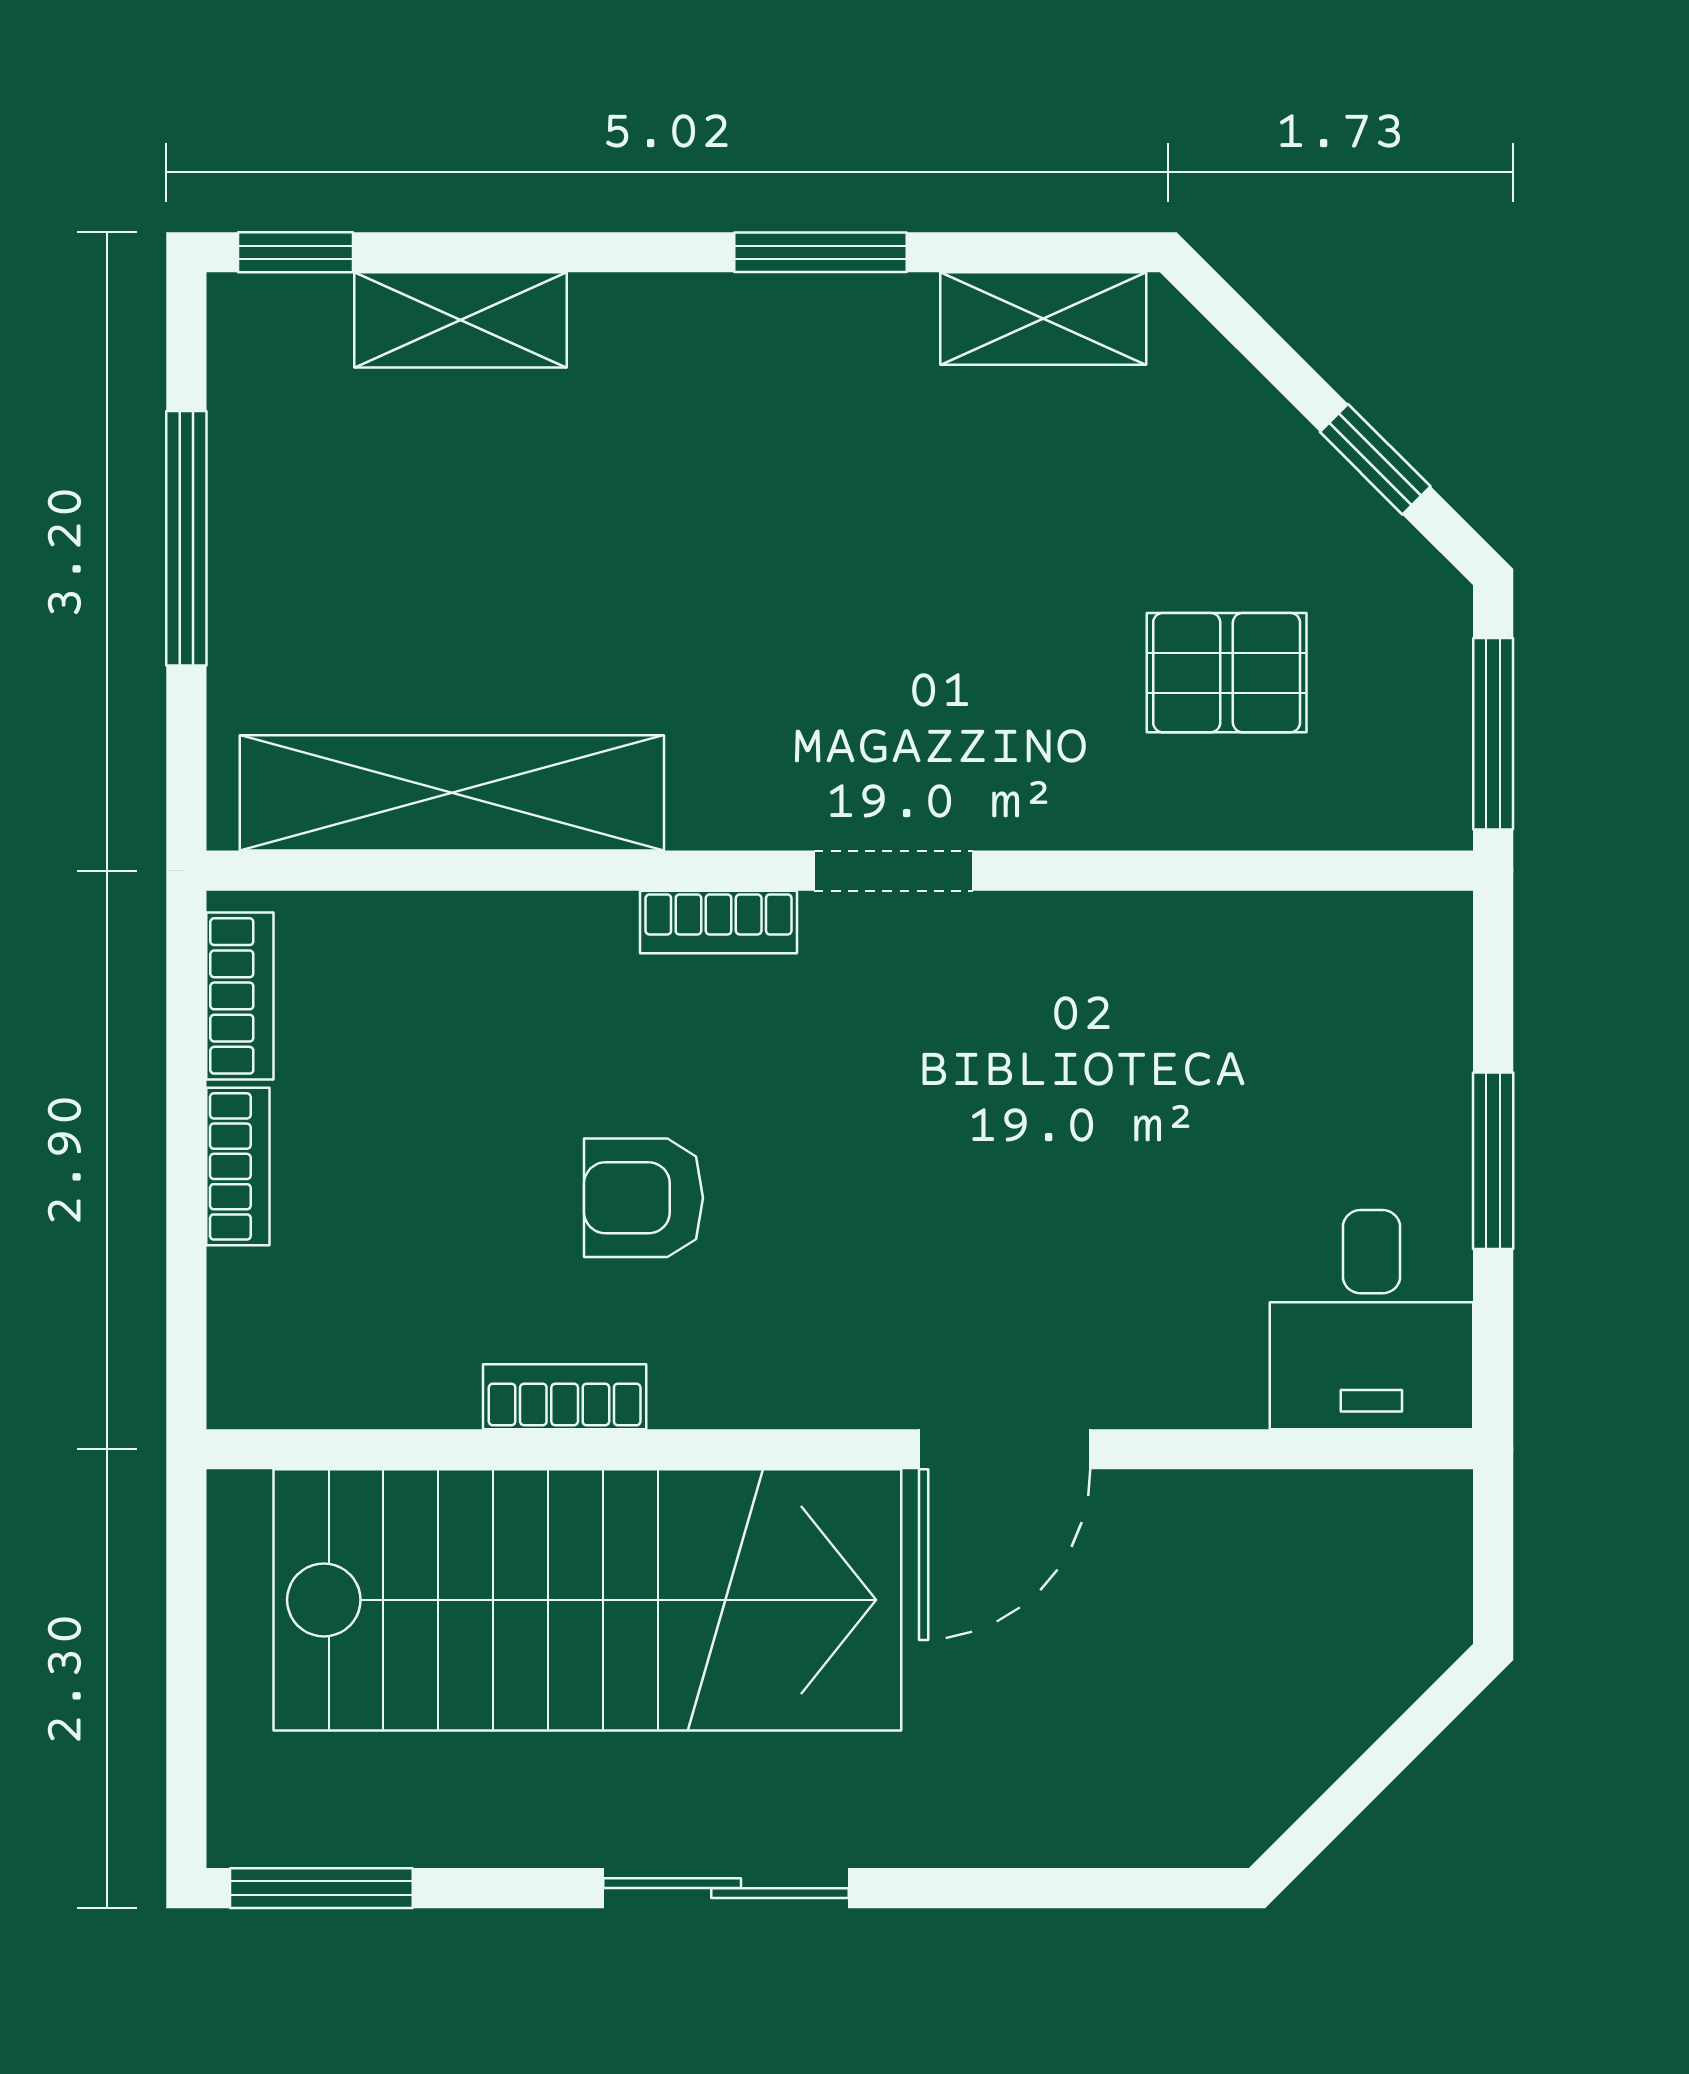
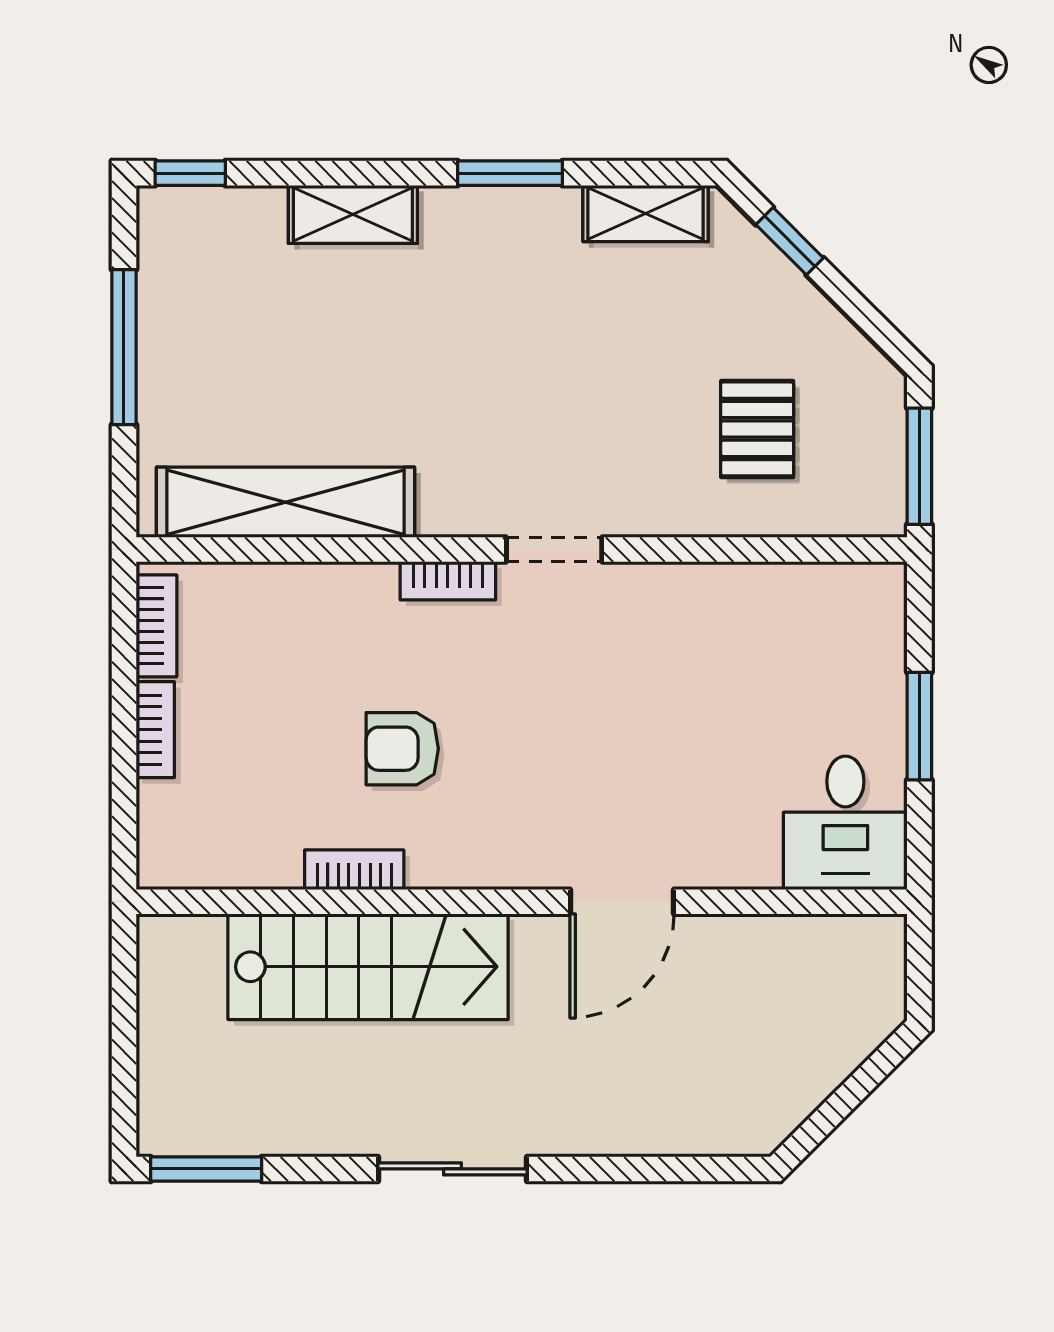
shelving: (461, 320) -> (353, 214), moved
window: (1375, 459) -> (790, 241), moved
pallet: (1227, 673) -> (757, 429), turned 90
stairs: (587, 1600) -> (368, 967), width x0.73, depth x0.66

